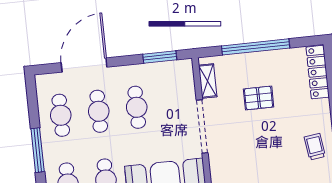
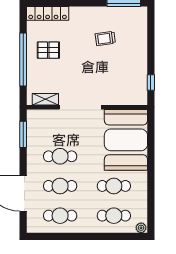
pallet: (259, 98) -> (48, 50), moved, turned 90
trolley: (315, 147) -> (105, 38), moved
window: (38, 150) -> (85, 236), removed

